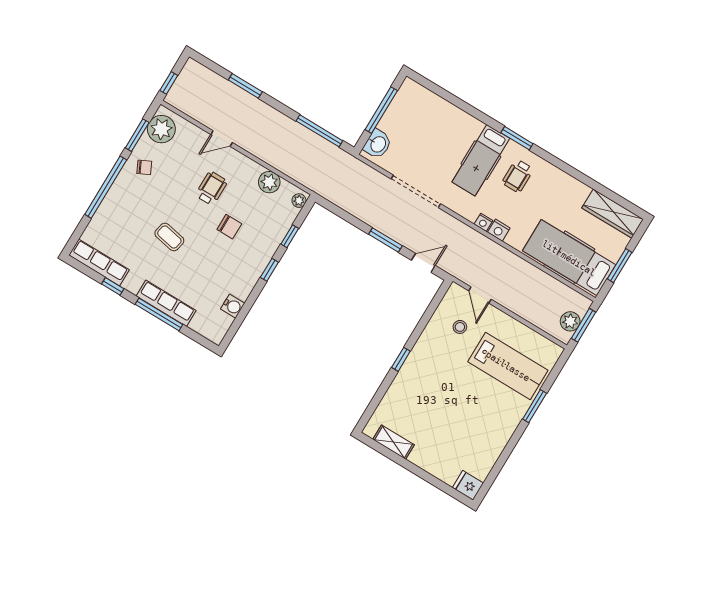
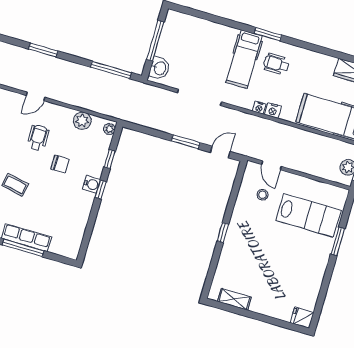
wheelchair: (518, 176) -> (276, 64), turned 90
water cooler: (233, 306) -> (92, 184), moved

